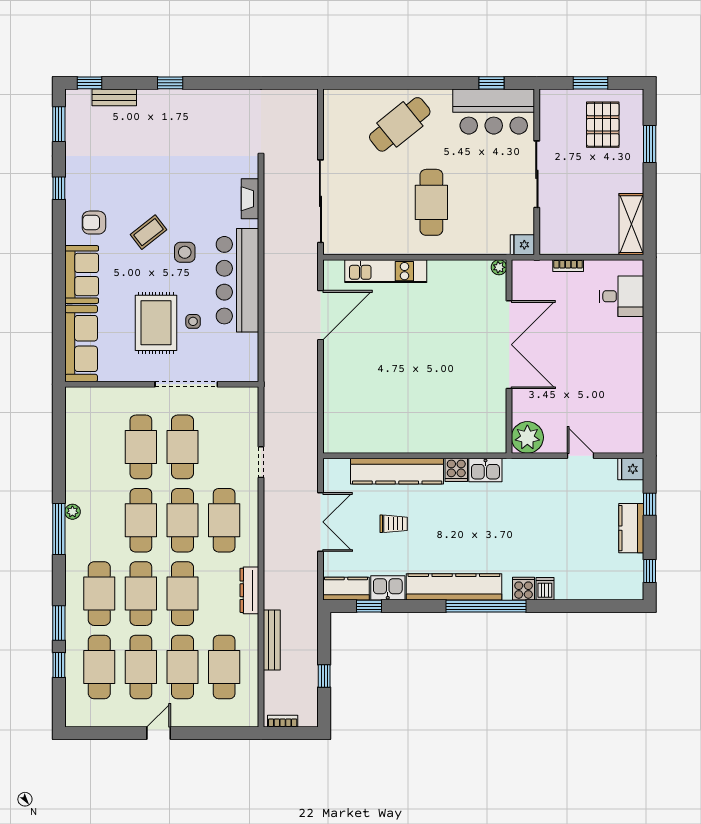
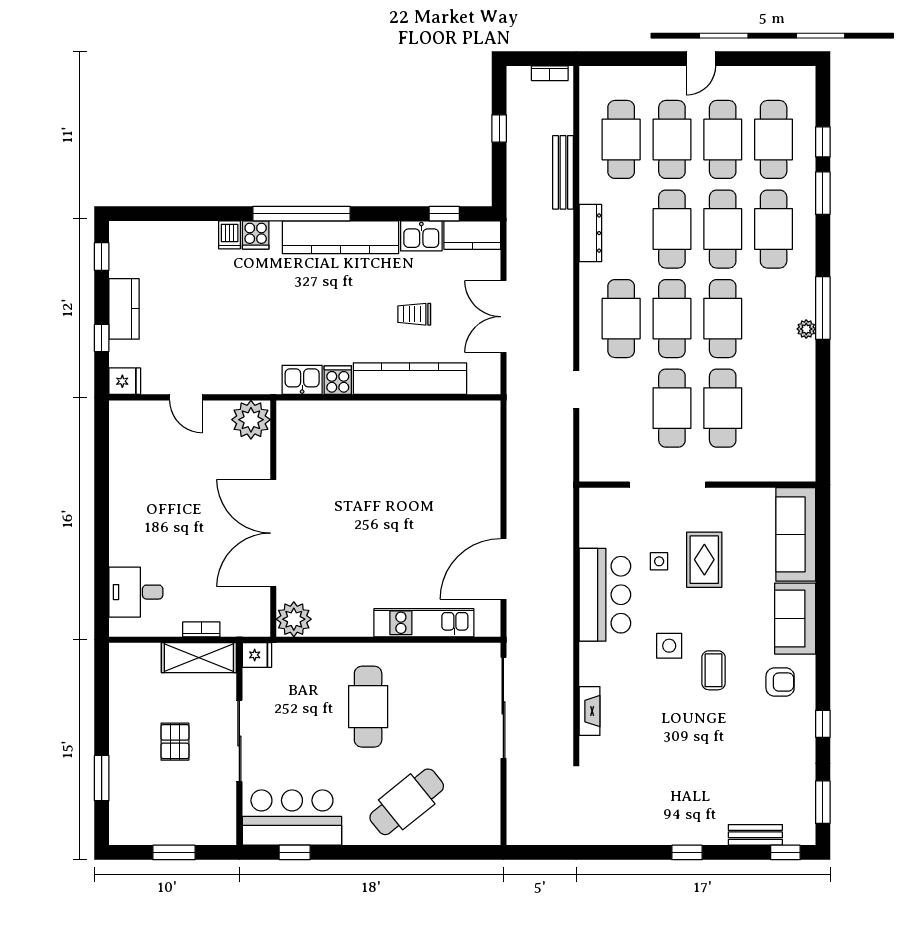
pallet: (603, 125) -> (175, 742), moved, width x0.67, depth x0.71
shelving: (631, 224) -> (199, 658), moved, turned 90
coffee table: (148, 232) -> (713, 670), turned -52
plant: (499, 267) -> (294, 619), width x1.88, depth x1.88
bar counter: (237, 280) -> (605, 595), width x0.73
rug: (156, 323) -> (704, 560), width x0.73, depth x0.70

